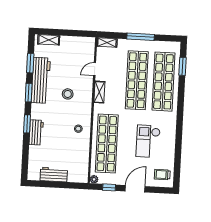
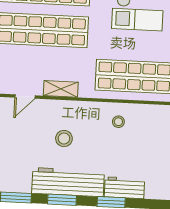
door: (95, 69) -> (25, 96), hinge flipped
workbench: (41, 80) -> (68, 182), moved

